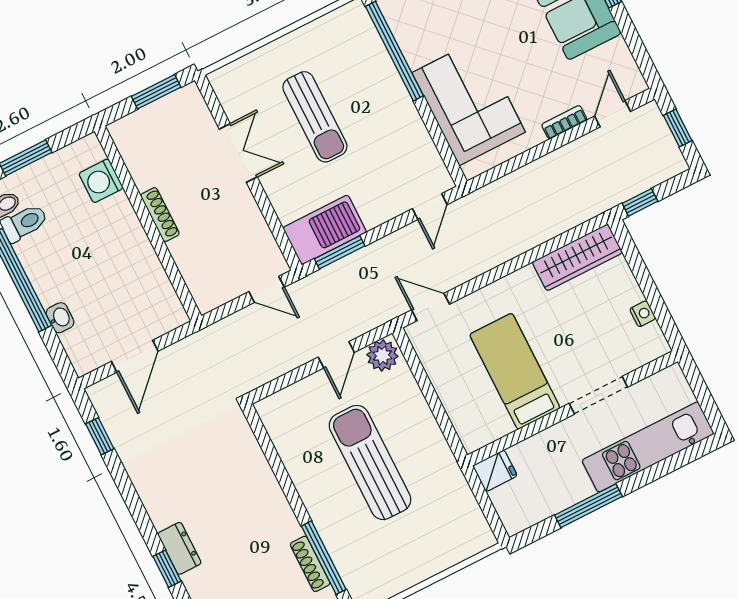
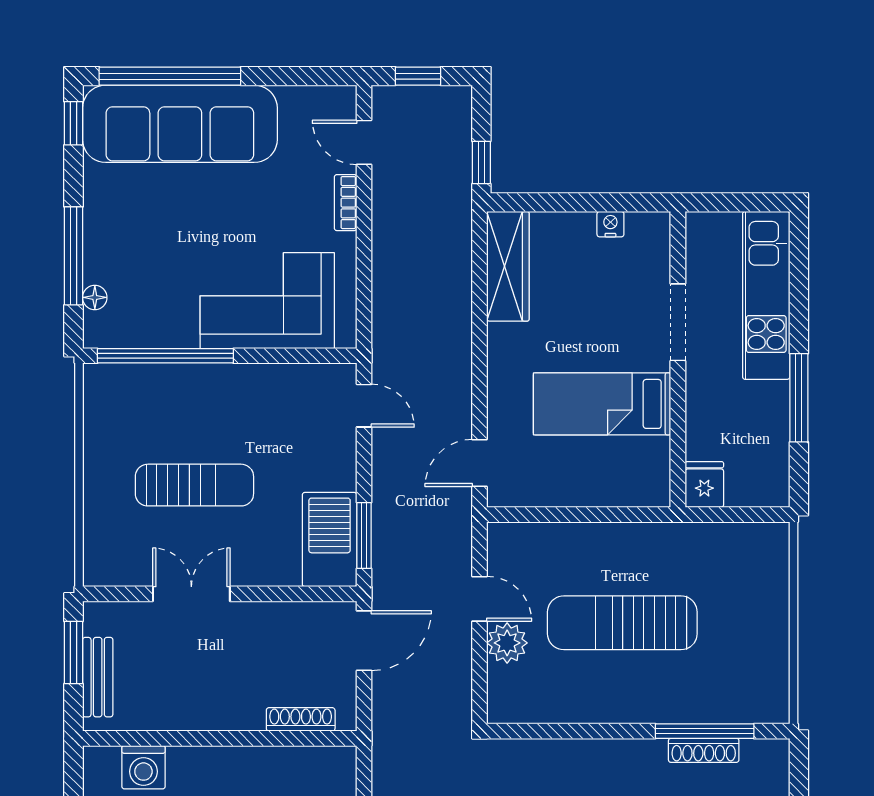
bench: (147, 117) -> (98, 677), added
shoe rack: (160, 215) -> (301, 719), moved
door: (267, 289) -> (364, 641), width x1.38
plant: (382, 355) -> (507, 643), moved

